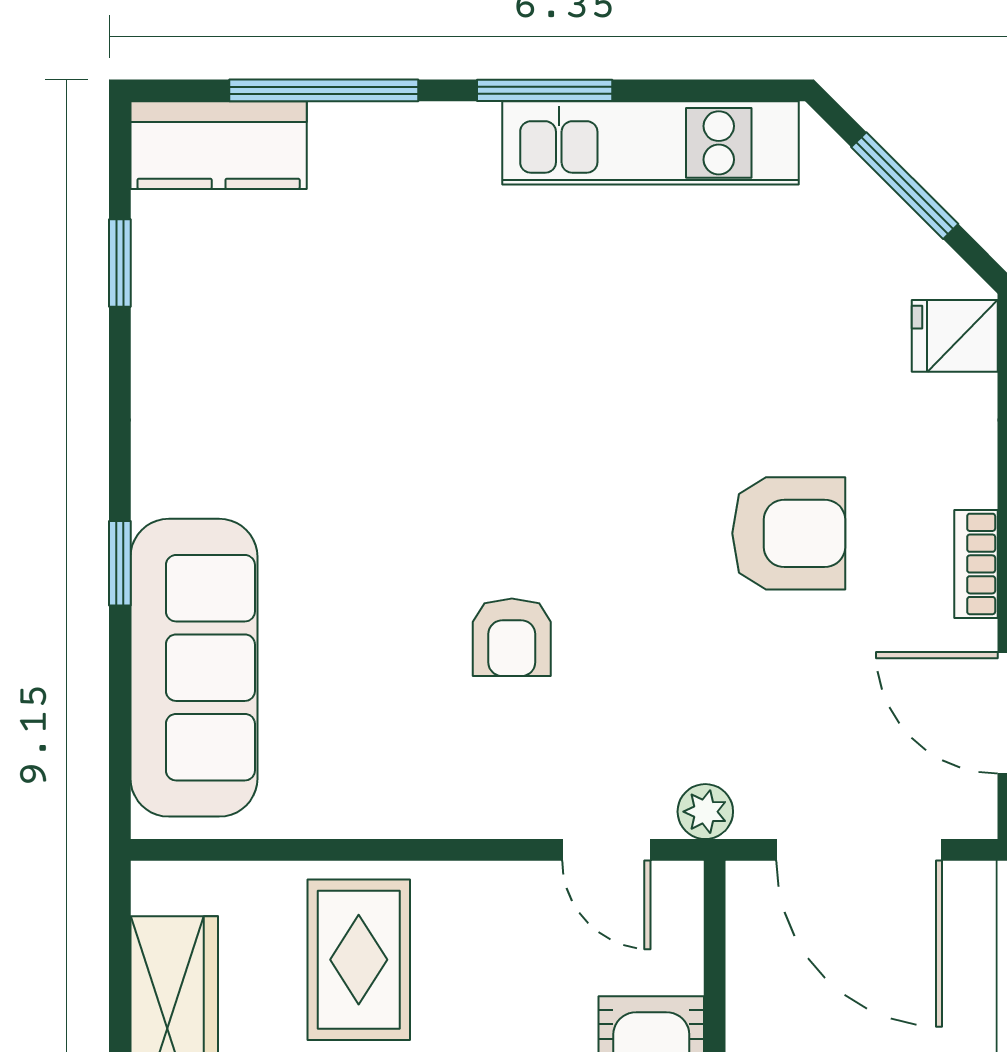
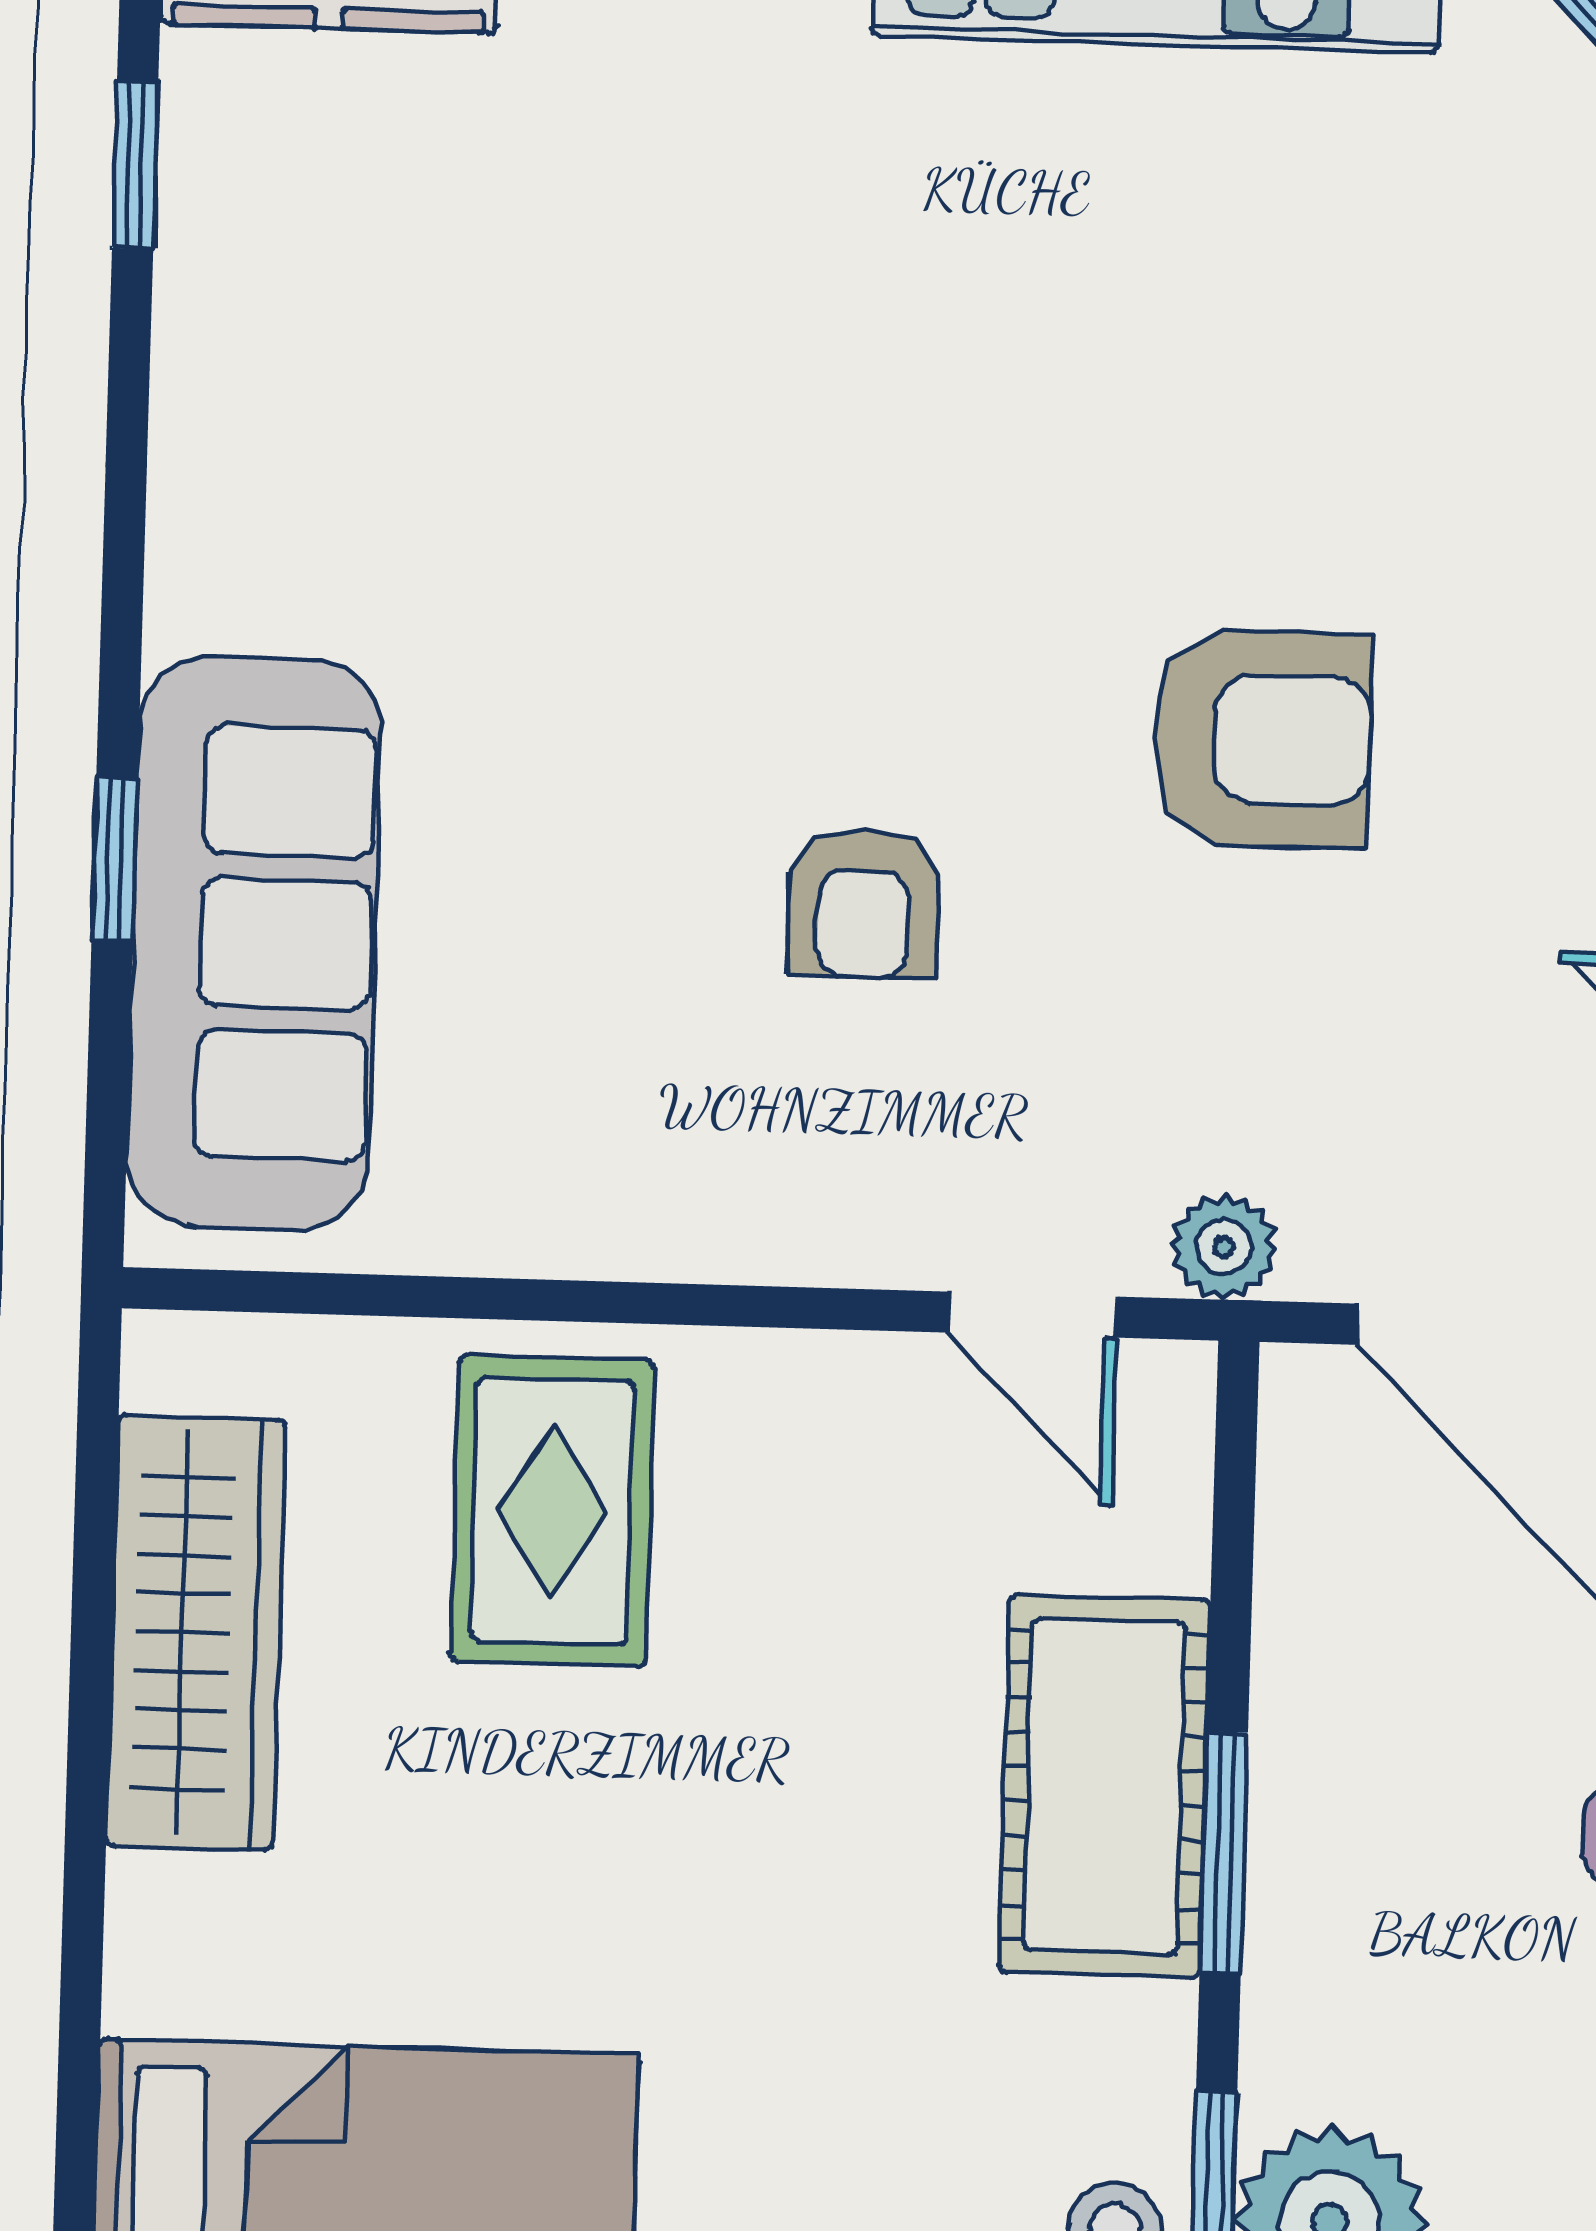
armchair: (789, 533) -> (1262, 739), moved
window: (120, 563) -> (115, 859), moved

